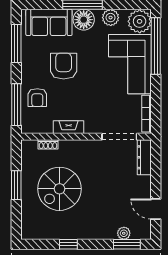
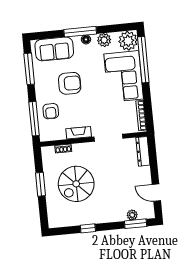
floor lamp: (84, 20) -> (86, 39), width x0.53, depth x0.53
armchair: (64, 66) -> (70, 83), turned 90
doorway: (119, 137) -> (108, 138), moved

